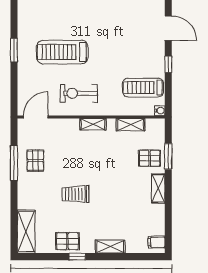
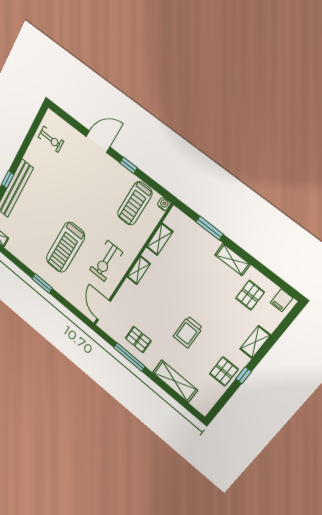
pallet: (149, 158) -> (250, 295), moved
shelving: (26, 232) -> (175, 381), moved

